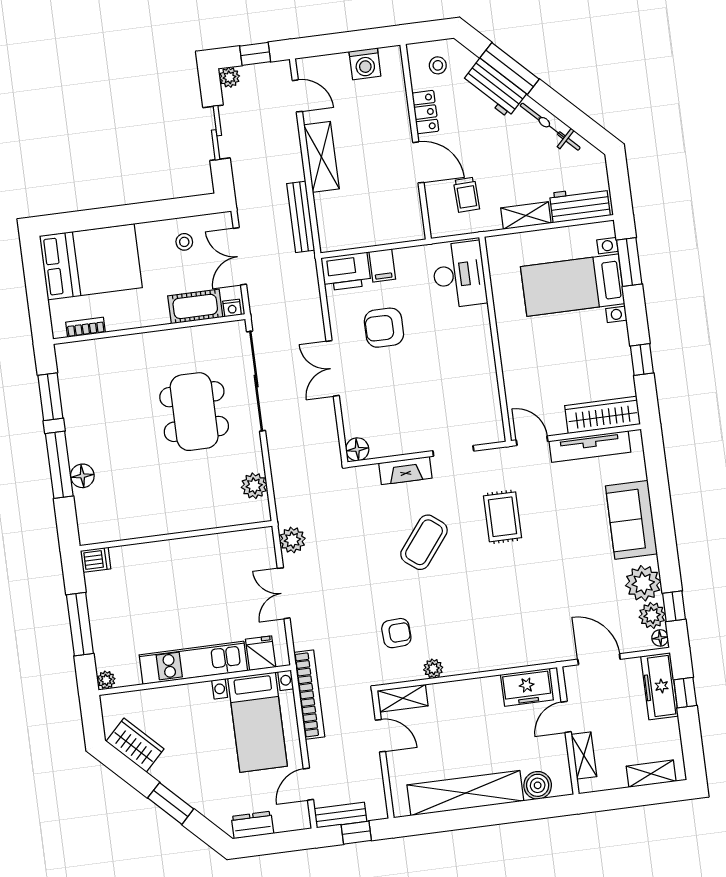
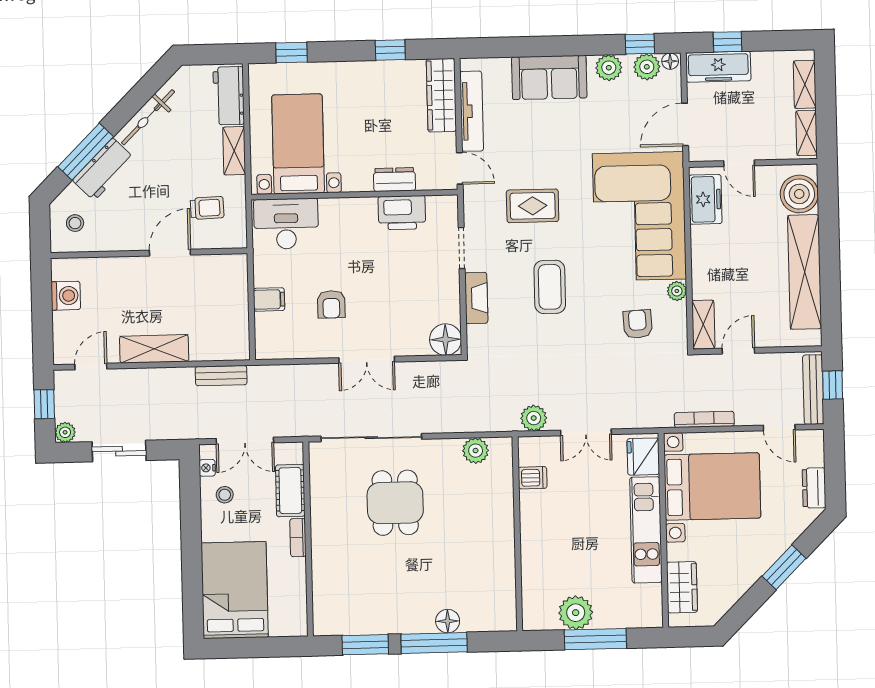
locker: (425, 112) -> (120, 240), removed
bench: (301, 217) -> (221, 376), width x0.73
window: (629, 262) -> (292, 52), width x0.67
printer: (346, 272) -> (402, 213), moved, turned 90
bed with nightstands: (573, 285) -> (298, 144), moved, turned 180
nightstand: (232, 308) -> (207, 468), moved, turned 180
bookcase: (86, 327) -> (298, 538), moved
armchair: (384, 328) -> (331, 304), width x0.72, depth x0.72
dresser: (514, 377) -> (394, 180), added
dining table: (194, 412) -> (395, 503), width x0.73
door: (532, 441) -> (460, 168), swing flipped
floor lamp: (357, 449) -> (446, 340), width x1.38, depth x1.38
coffee table: (424, 542) -> (550, 287), turned 52
dishwasher: (96, 560) -> (533, 478), moved, turned 90
plant: (643, 583) -> (609, 68), width x0.73, depth x0.73
corner sofa: (503, 624) -> (639, 216), added
fridge: (261, 653) -> (643, 457), width x1.38
plant: (106, 680) -> (576, 613), moved, width x1.88, depth x1.88
bookcase: (309, 695) -> (704, 419), width x0.68, depth x0.76
bed with nightstands: (258, 722) -> (712, 486), width x1.36
wardrobe: (135, 745) -> (682, 587), moved, turned 135
shelving: (584, 756) -> (807, 133), moved, turned 90
boiler: (538, 785) -> (799, 194), width x1.37, depth x1.37
bench: (341, 815) -> (813, 390), width x1.36

